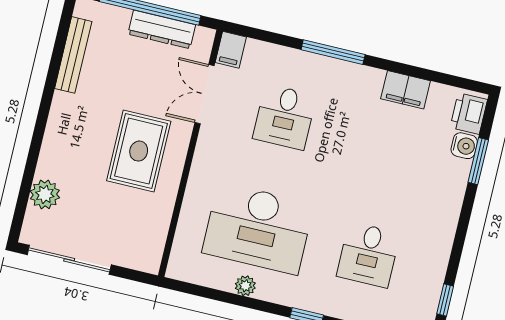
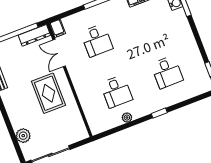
dresser: (162, 29) -> (34, 35), moved
desk: (258, 228) -> (116, 91), width x0.53, depth x0.77

